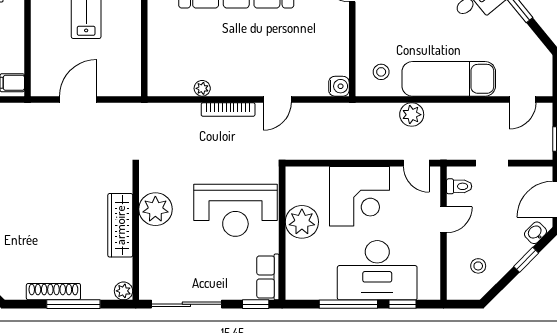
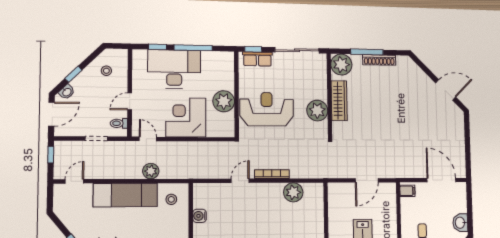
water cooler: (339, 86) -> (200, 216), moved
plant: (202, 88) -> (293, 192), width x1.87, depth x1.87
row of seats: (268, 277) -> (257, 59), moved, turned 90
plant: (123, 291) -> (341, 65), width x1.88, depth x1.88

